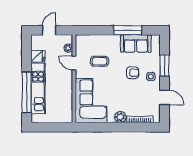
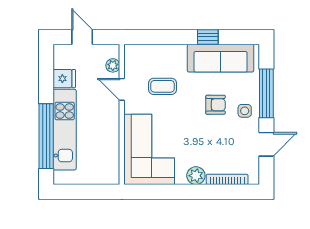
door: (49, 30) -> (82, 37), hinge flipped
window: (128, 30) -> (208, 37), width x0.46
sofa: (136, 43) -> (221, 58), width x1.36
window: (164, 66) -> (266, 93), width x1.44
door: (164, 97) -> (266, 144), hinge flipped

